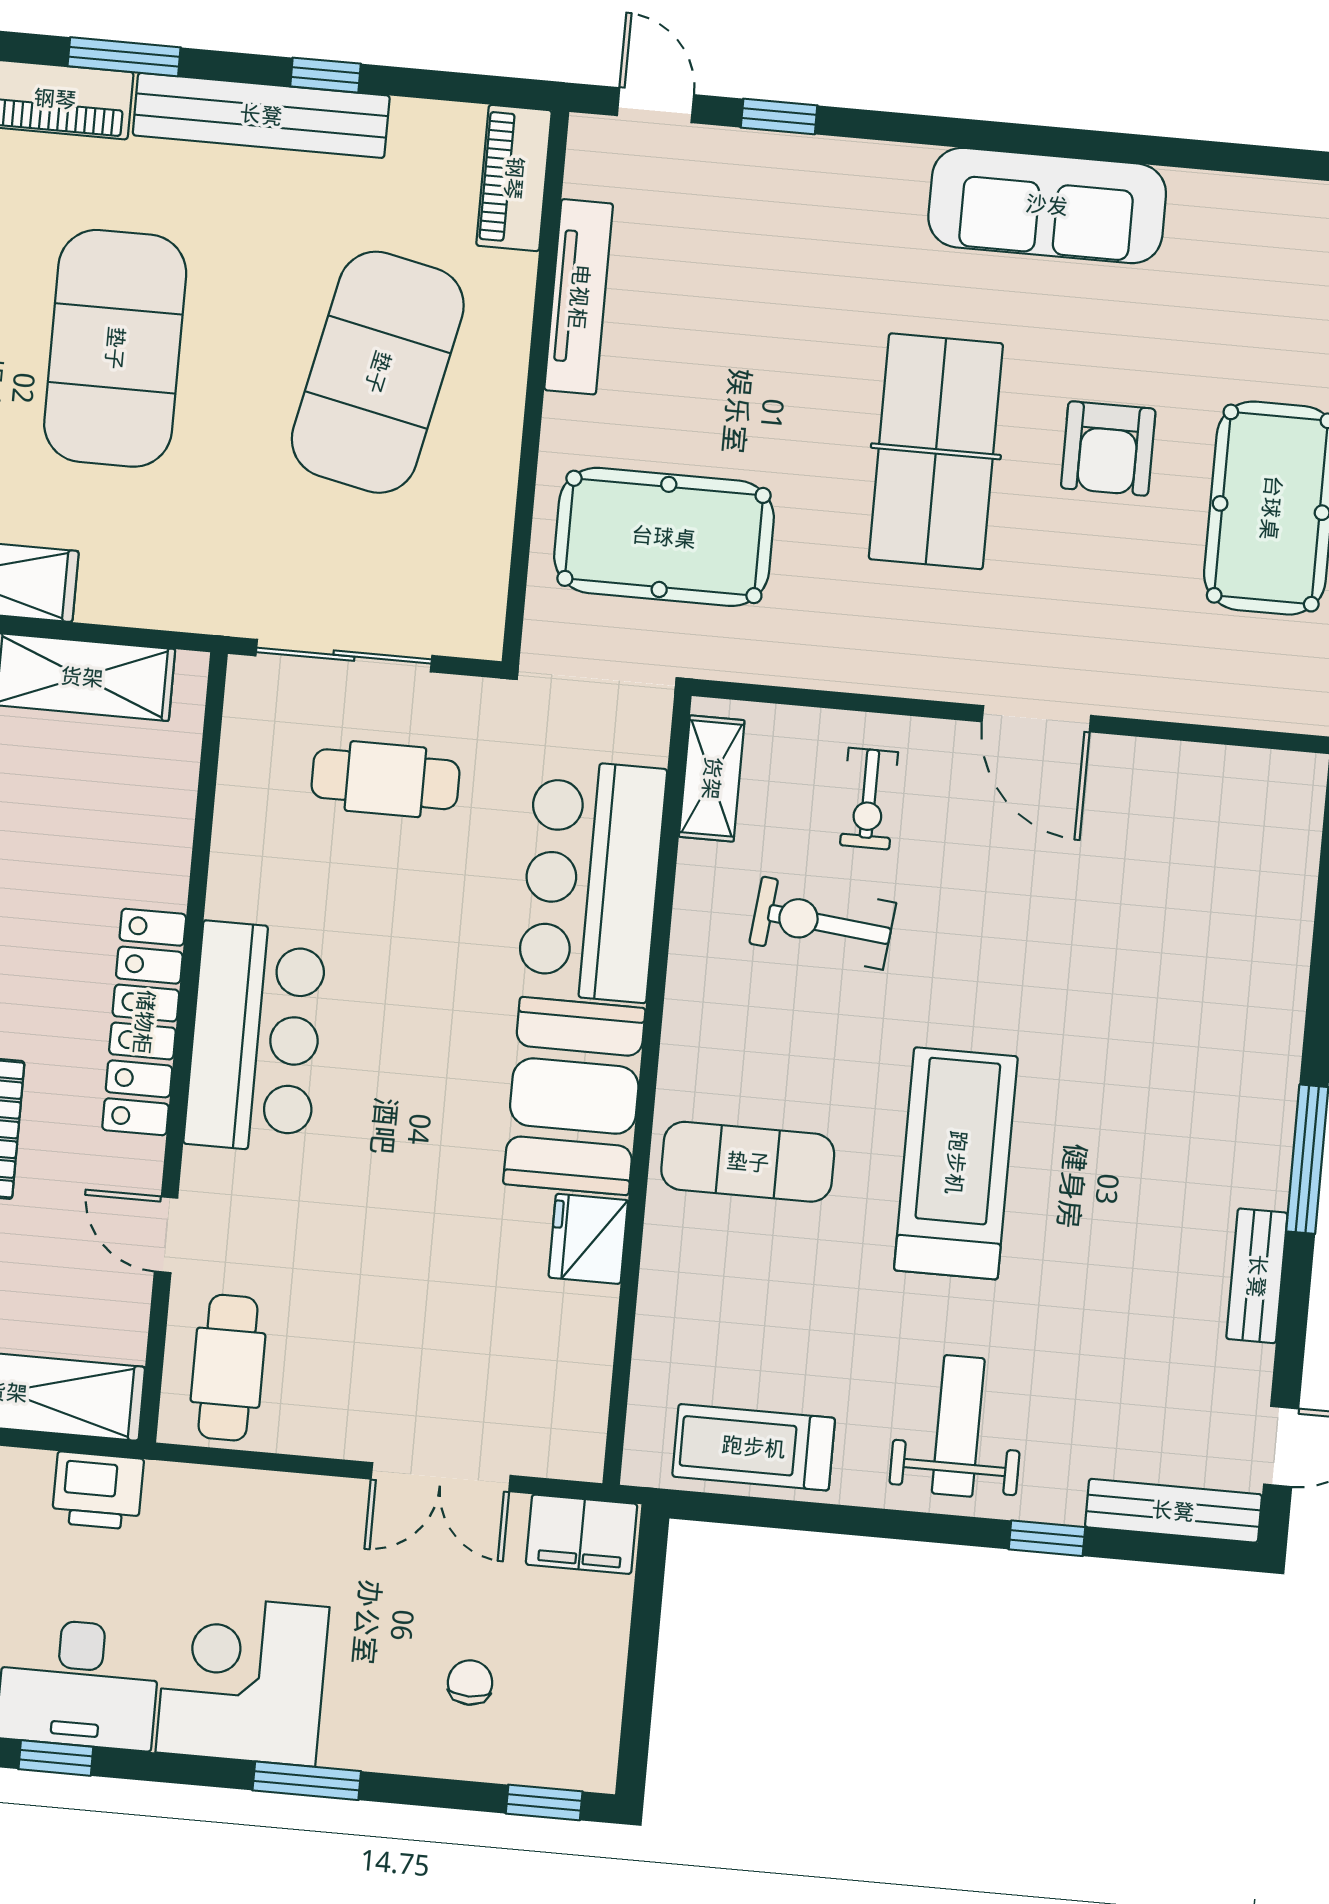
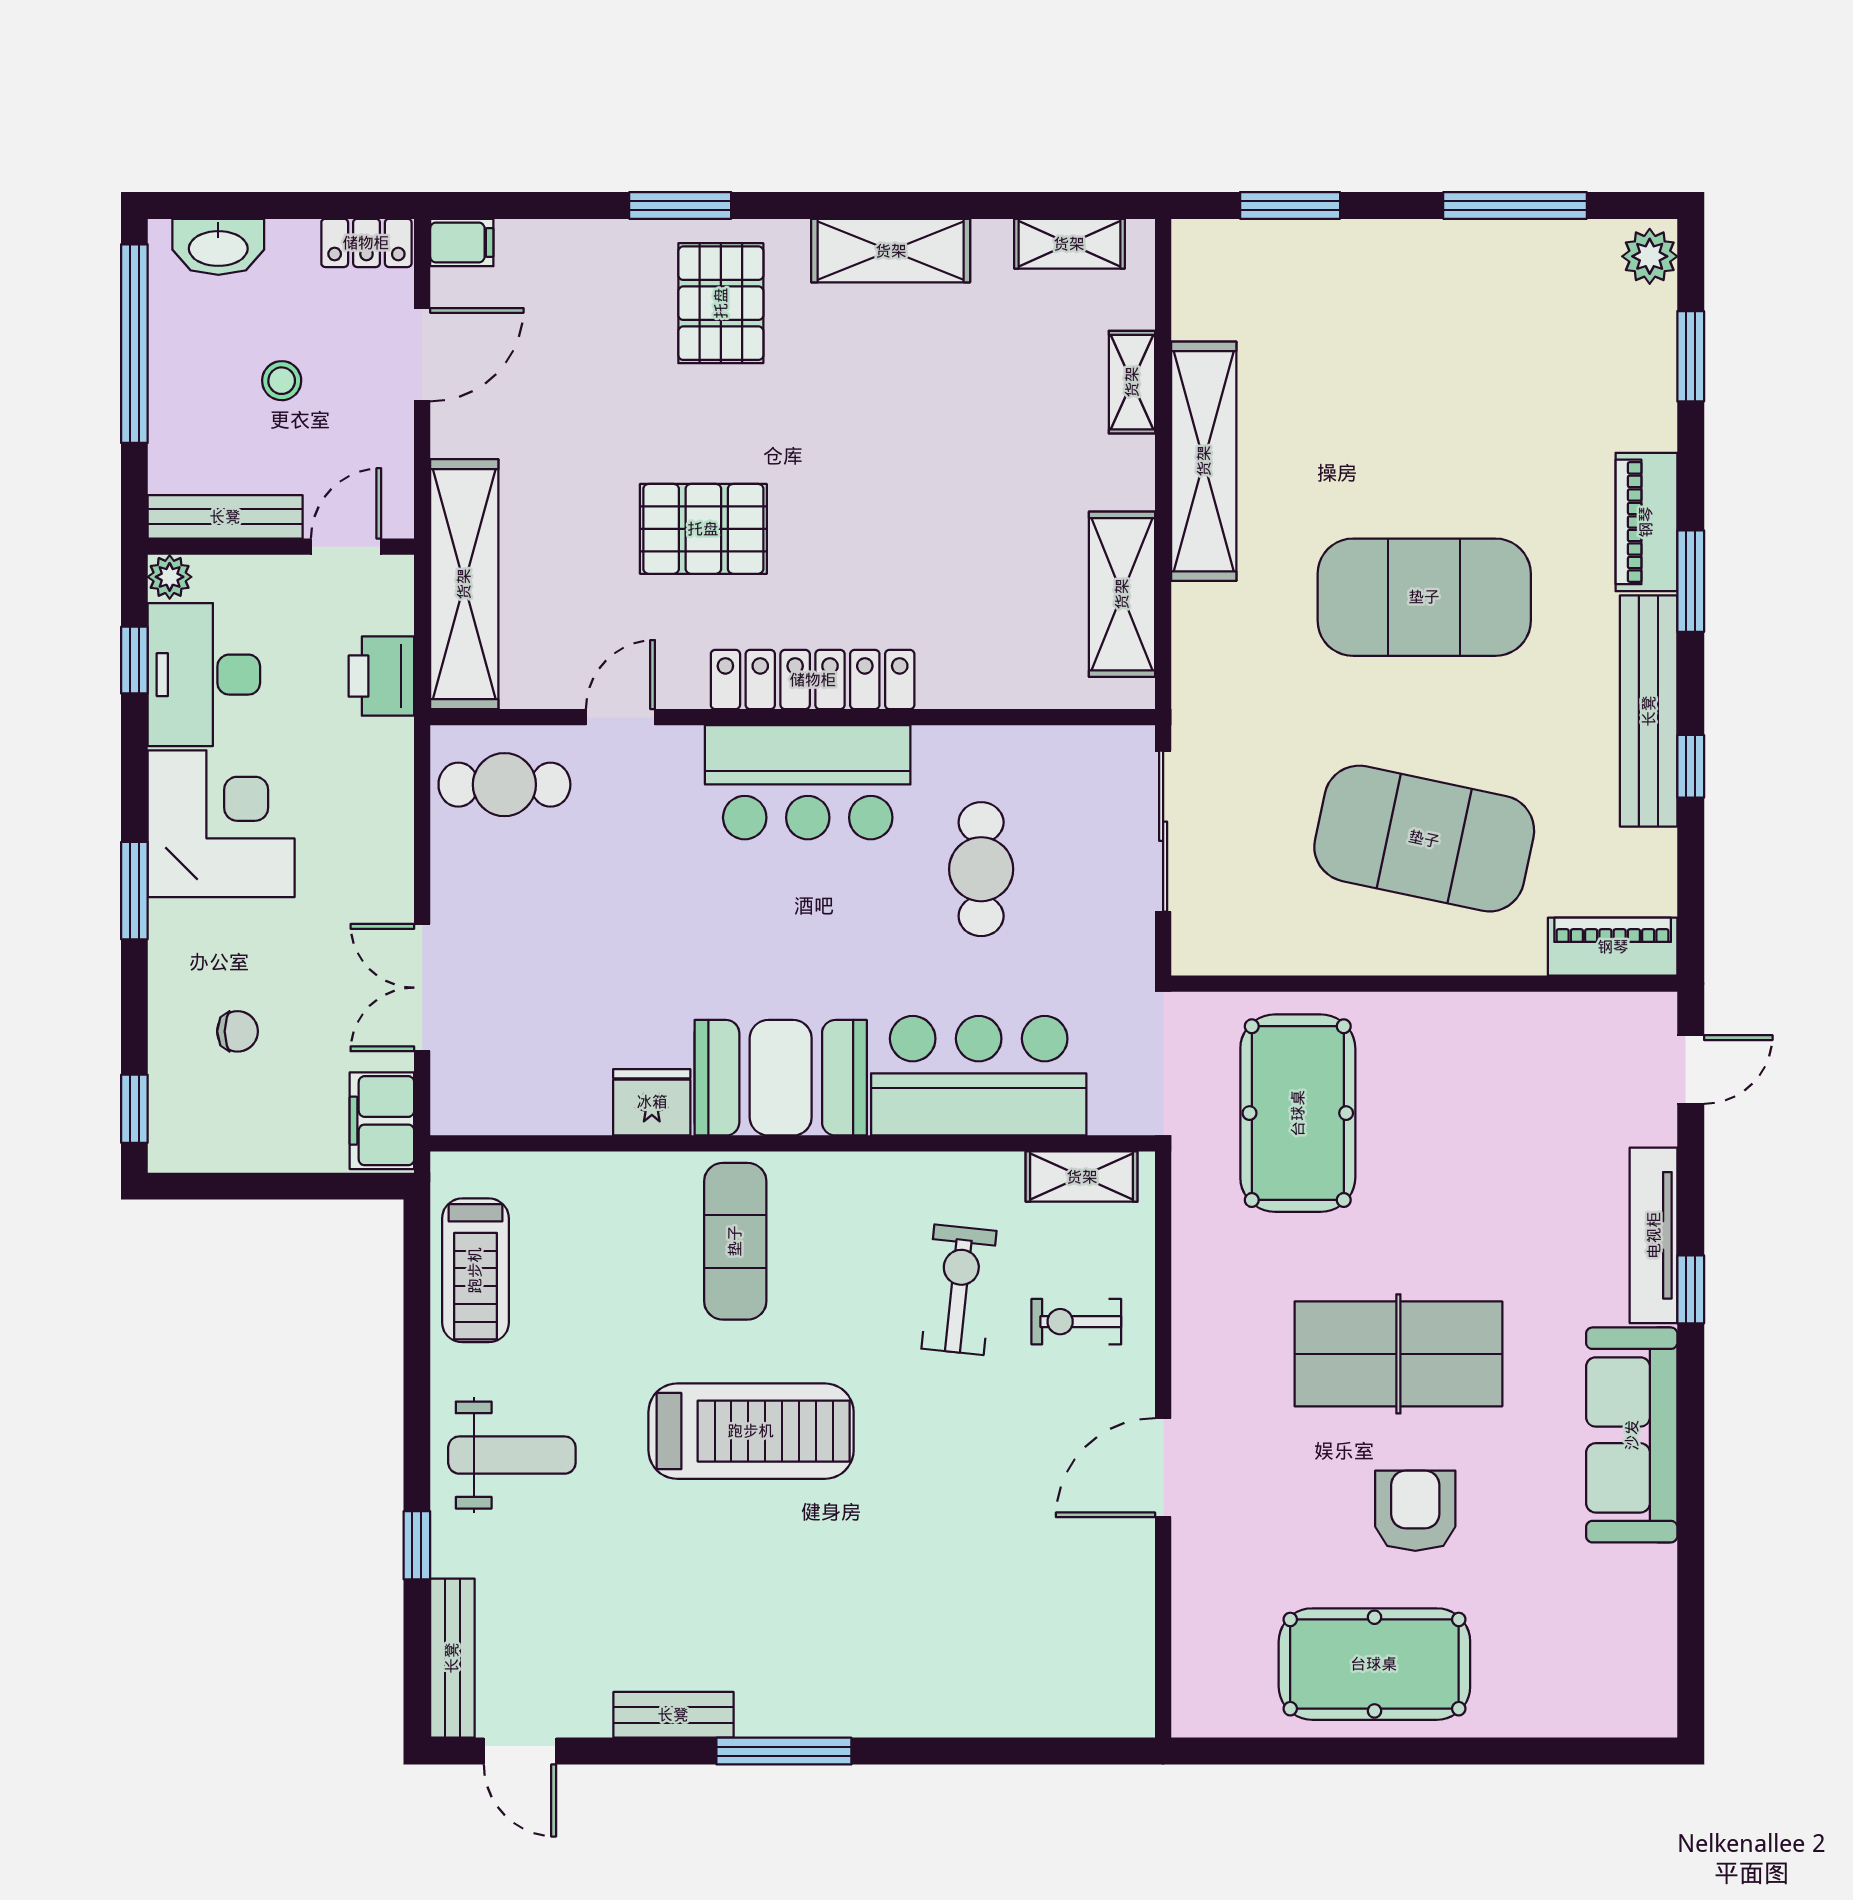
window: (779, 116) -> (1691, 1289), moved
tv unit: (579, 297) -> (1654, 1235), moved, turned 90
armchair: (1108, 448) -> (1415, 1511), turned 90
cafe table: (385, 779) -> (981, 869), moved
treadmill: (754, 1447) -> (475, 1270), turned 180

